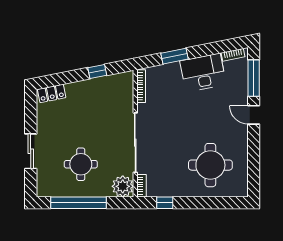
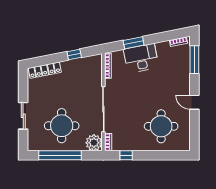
desk: (203, 73) -> (141, 58), moved
locker: (52, 93) -> (45, 70), width x1.53
door: (254, 115) -> (194, 102), moved
round table: (81, 164) -> (62, 126), width x1.36, depth x1.36

